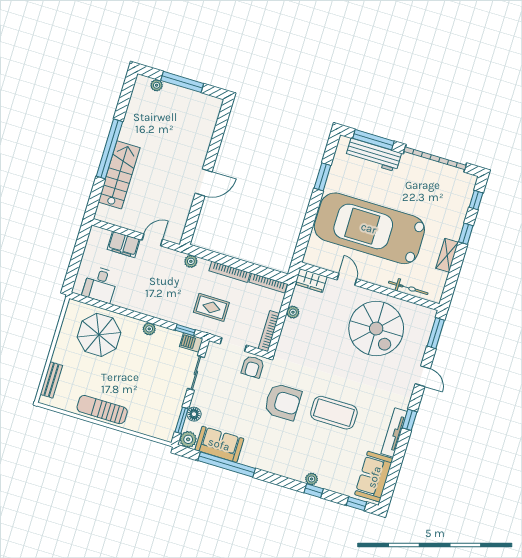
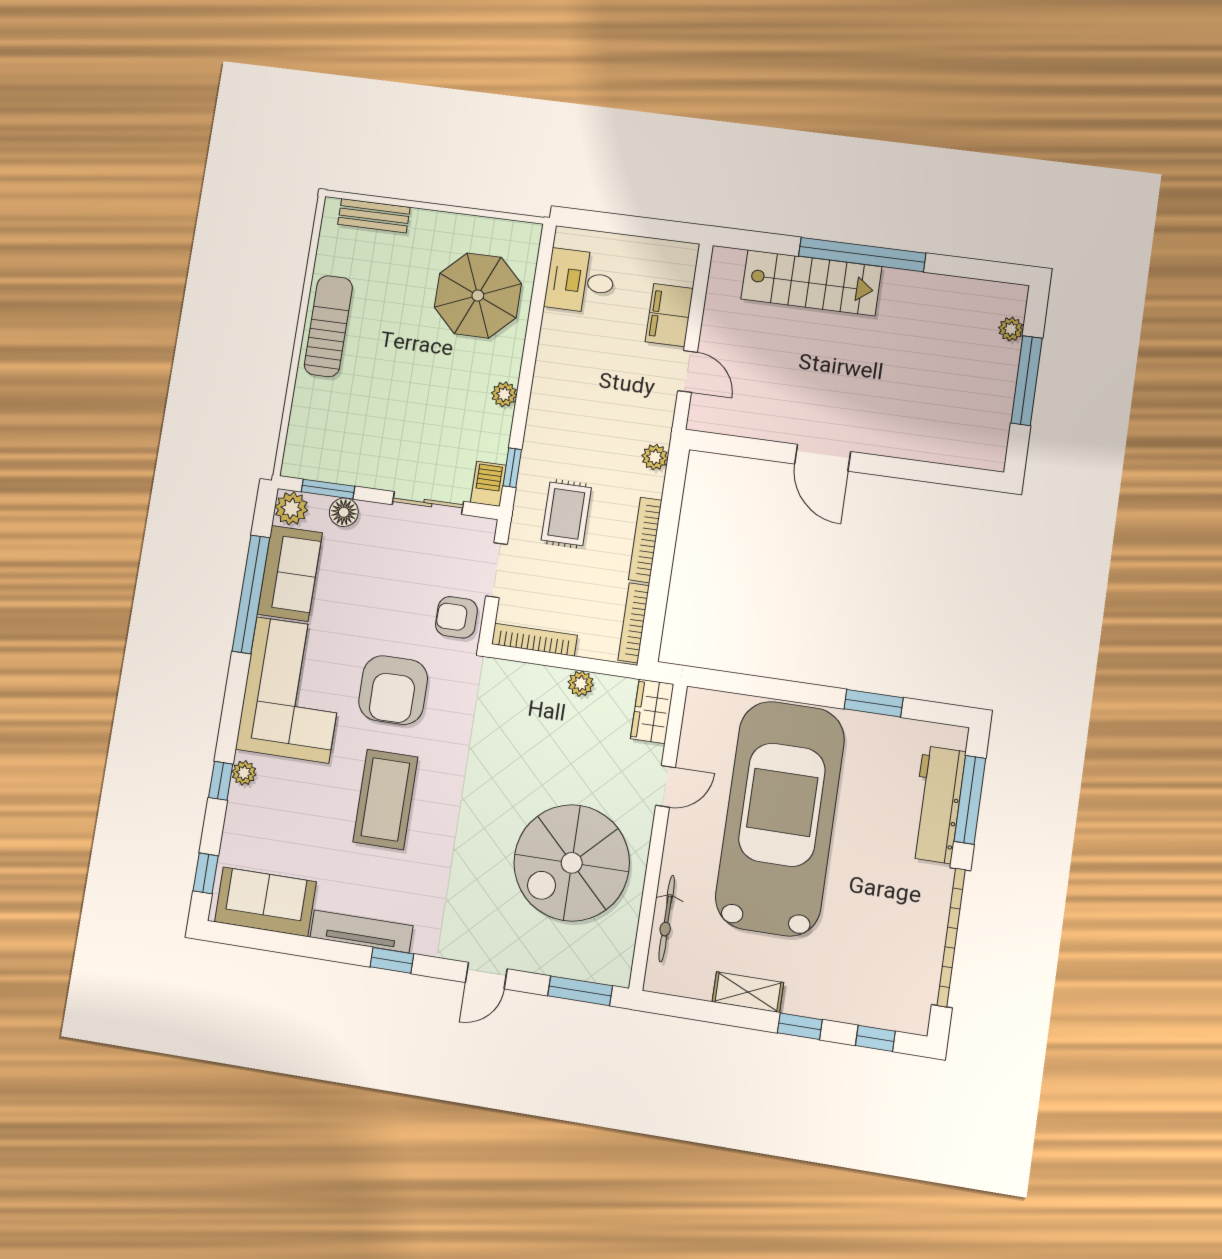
corner sofa: (275, 450) -> (293, 690), added

